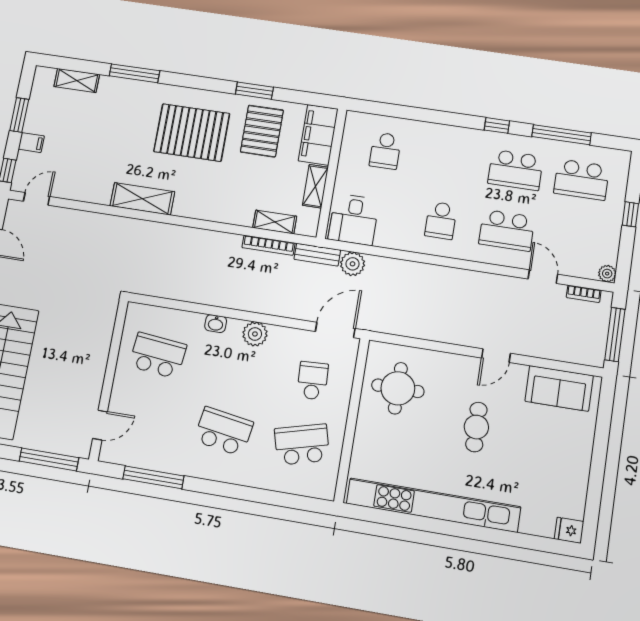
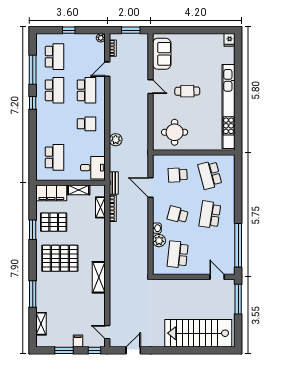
pallet: (192, 133) -> (60, 258), turned 90
school desk: (385, 151) -> (55, 157), width x1.85
plant: (353, 264) -> (116, 140), moved
door: (335, 330) -> (151, 187), moved
plant: (255, 334) -> (159, 241), moved
window: (615, 335) -> (131, 30), width x0.69
school desk: (235, 368) -> (178, 215), added
window: (153, 477) -> (238, 245), width x1.46

